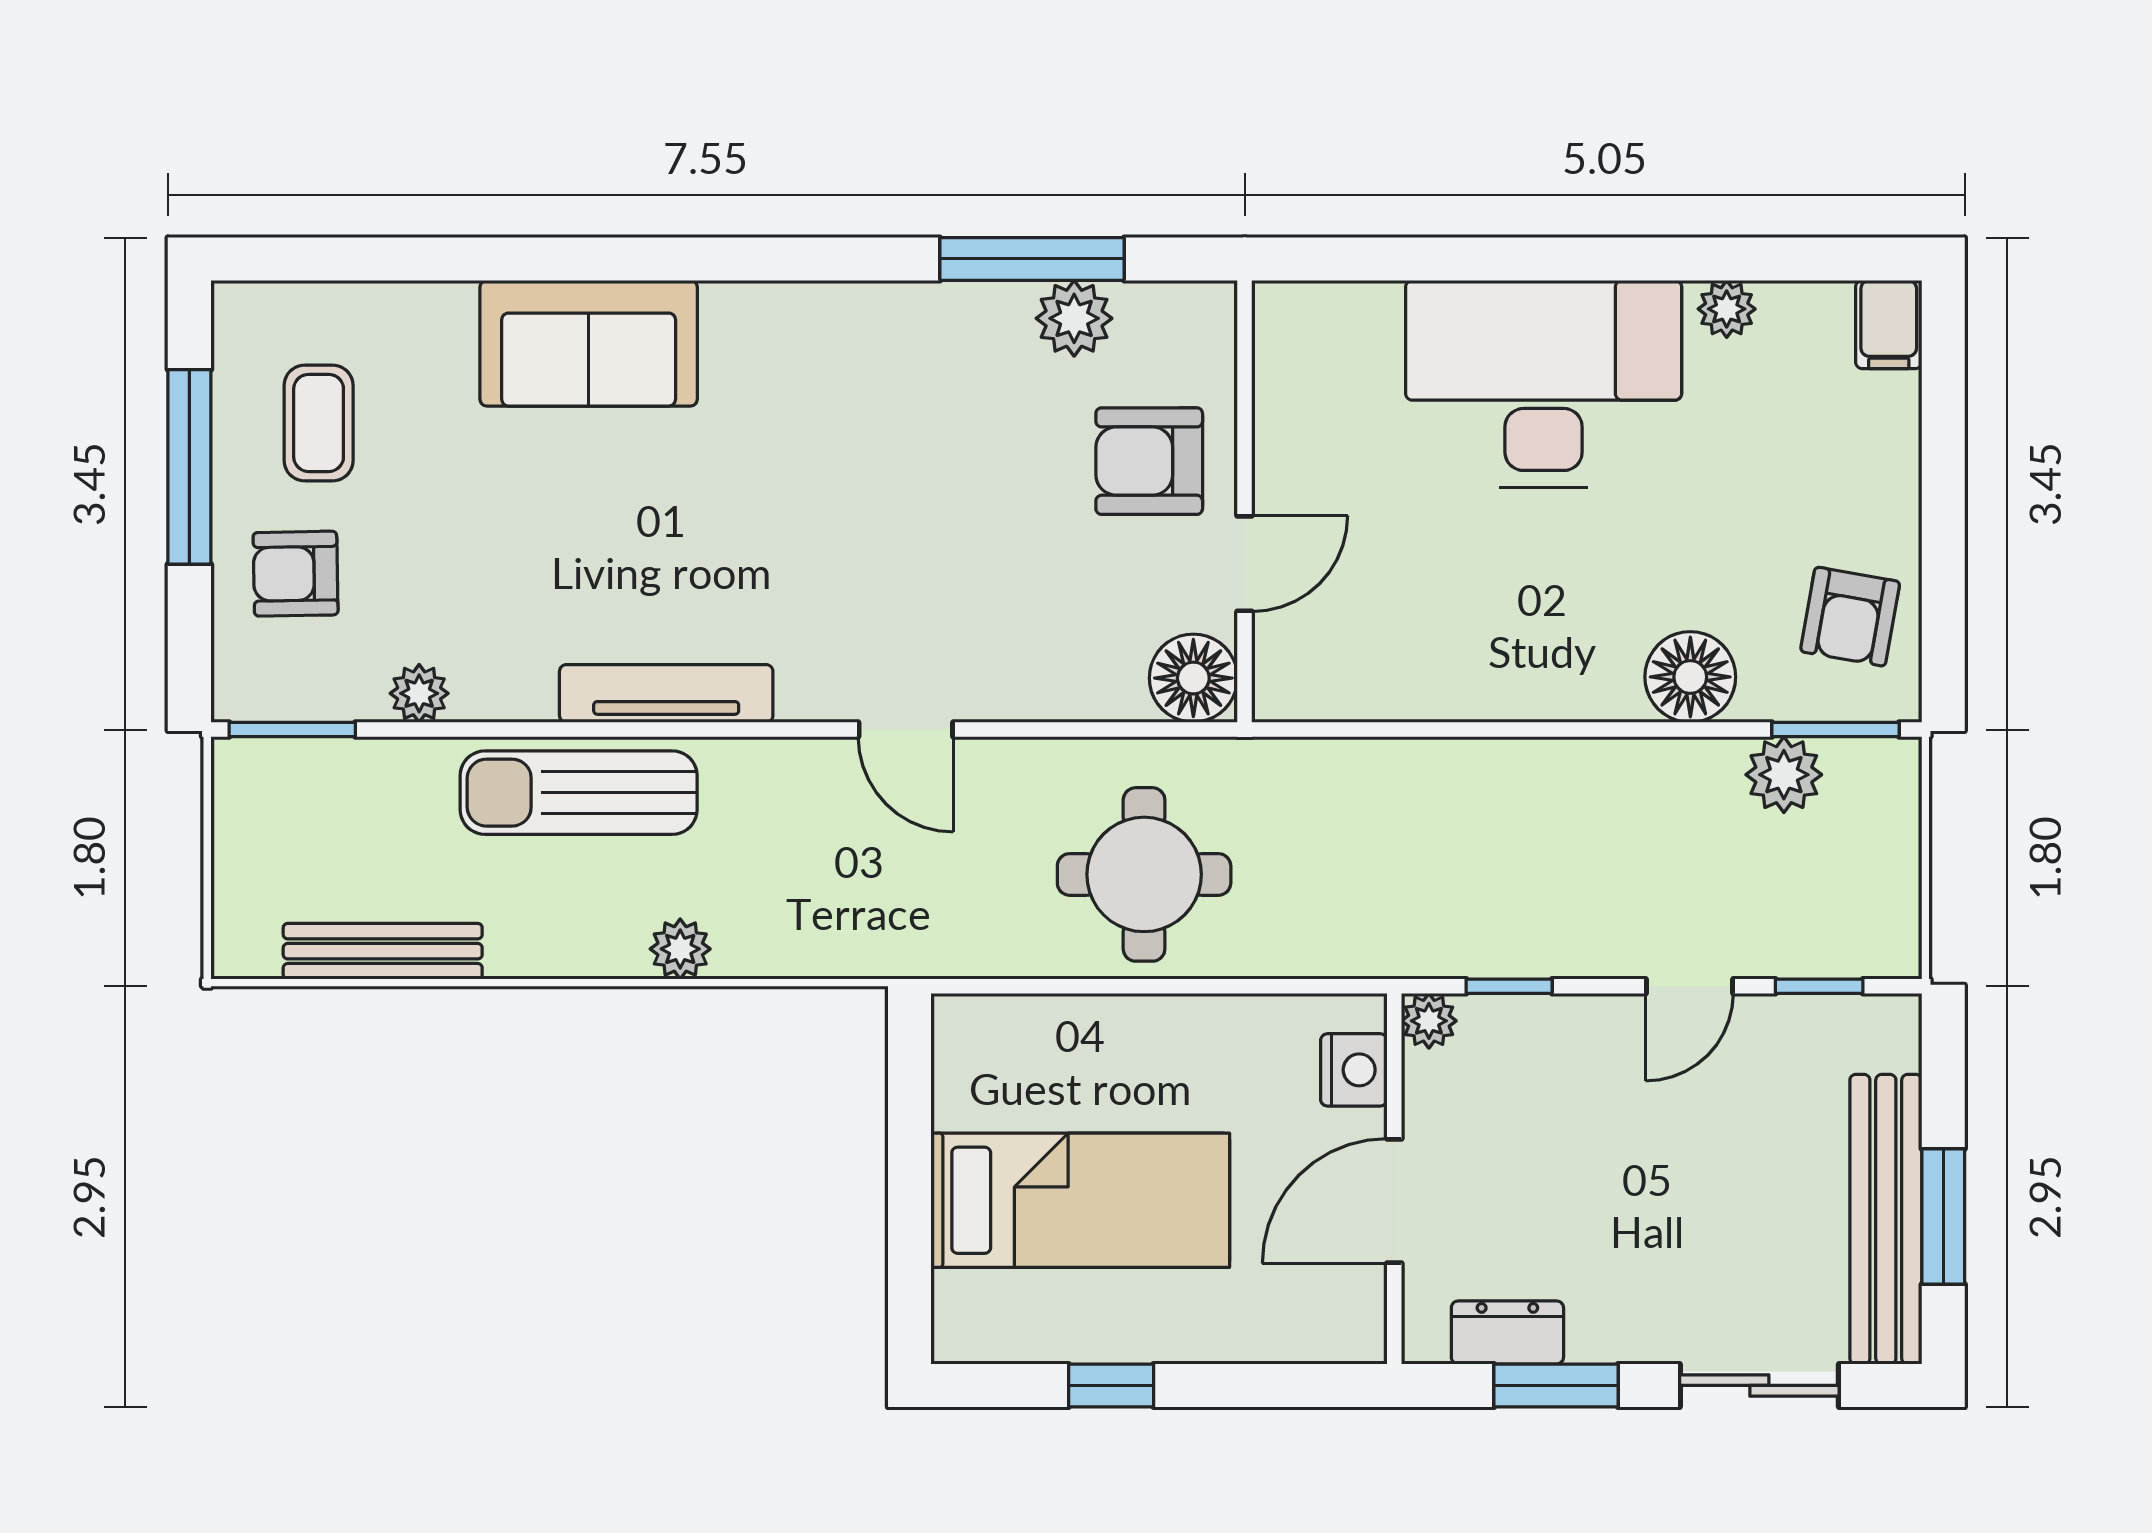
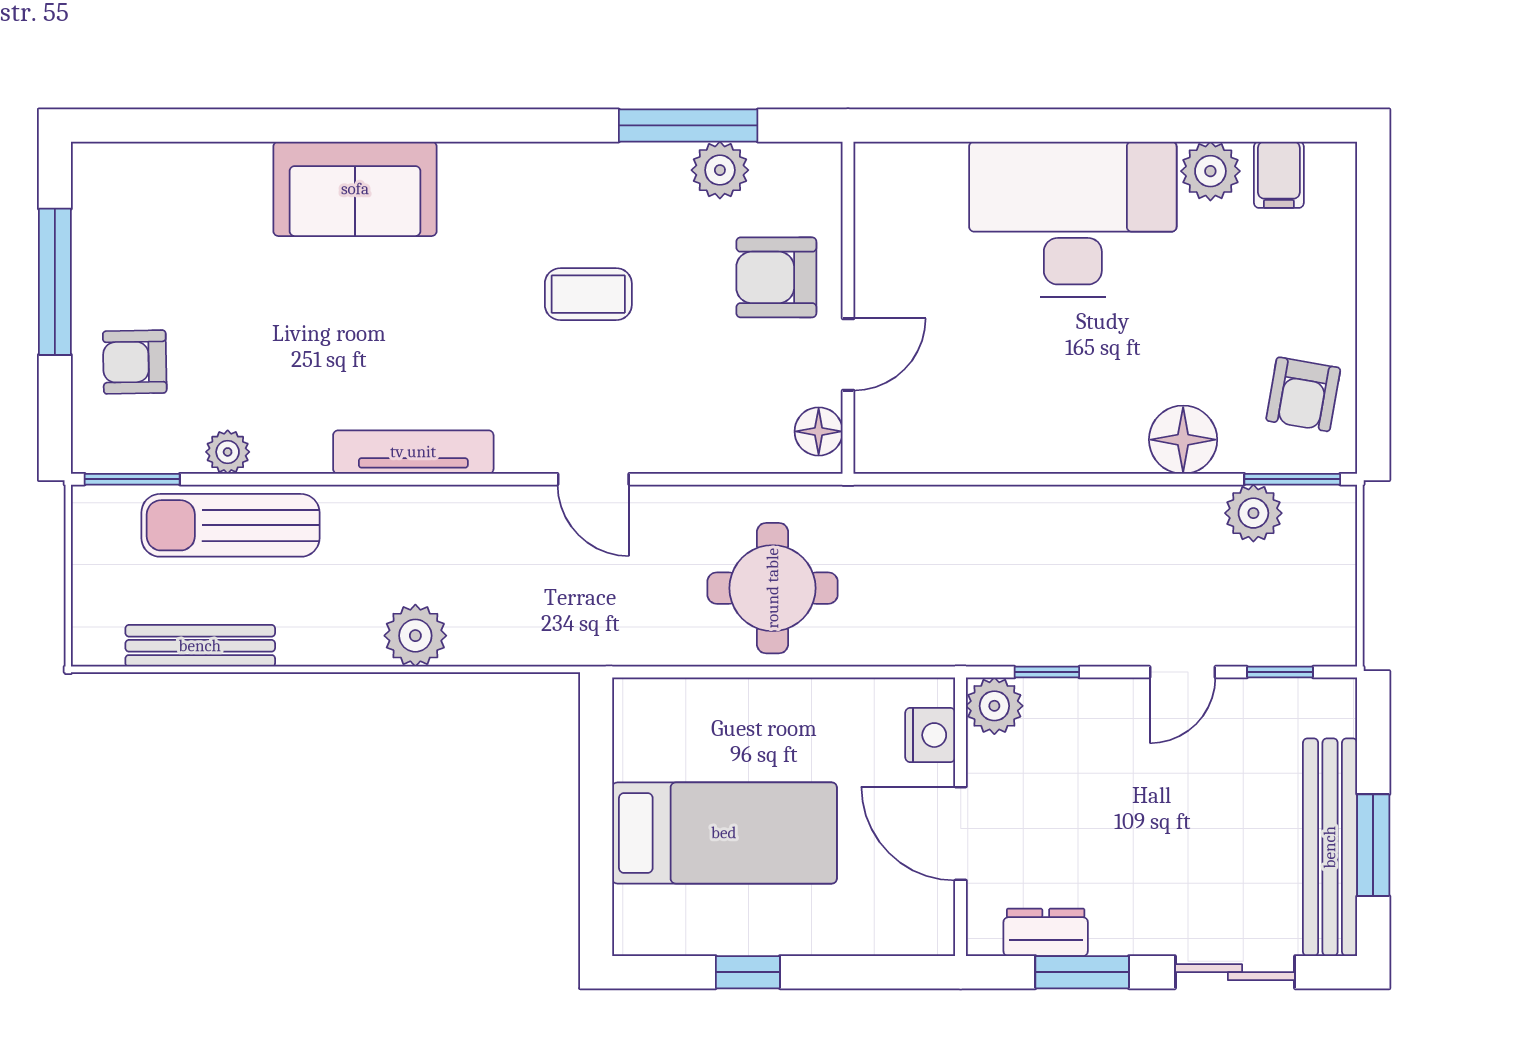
plant: (1727, 309) -> (1210, 171), width x1.38, depth x1.38
filing cabinet: (1889, 325) -> (1279, 175), moved
coffee table: (319, 423) -> (588, 294), moved, turned 90
floor lamp: (1193, 678) -> (819, 431), width x0.73, depth x0.73
sun lounger: (579, 793) -> (230, 525), moved
plant: (680, 949) -> (415, 636), width x1.38, depth x1.38
plant: (1429, 1021) -> (994, 706), width x1.38, depth x1.38
door: (1394, 1201) -> (961, 834), hinge flipped

